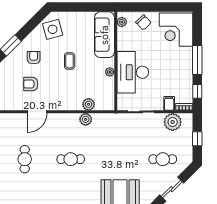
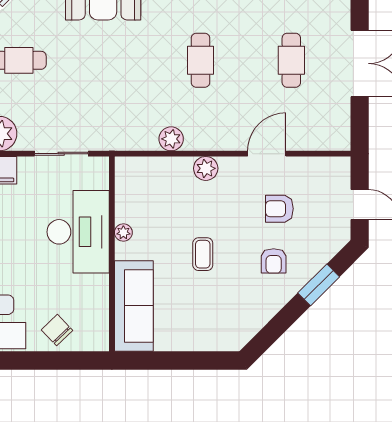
plant: (122, 22) -> (100, 331), removed
side table: (53, 29) -> (236, 316), removed
armchair: (31, 84) -> (279, 209), turned 180
plant: (89, 104) -> (206, 168), moved
cafe table: (71, 159) -> (201, 60), turned 90

